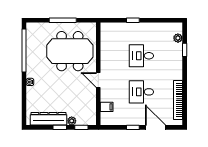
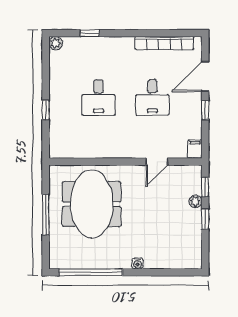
plant: (178, 38) -> (56, 43), moved
door: (98, 80) -> (157, 162), moved
filing cabinet: (107, 107) -> (195, 149), moved
dresser: (48, 119) -> (192, 236), removed

